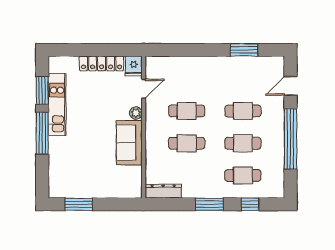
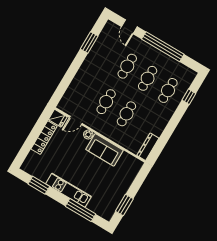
door: (144, 89) -> (76, 120), swing flipped
kitchen unit: (57, 104) -> (68, 190), moved
window: (42, 133) -> (81, 210), moved
window: (210, 204) -> (174, 122), removed

